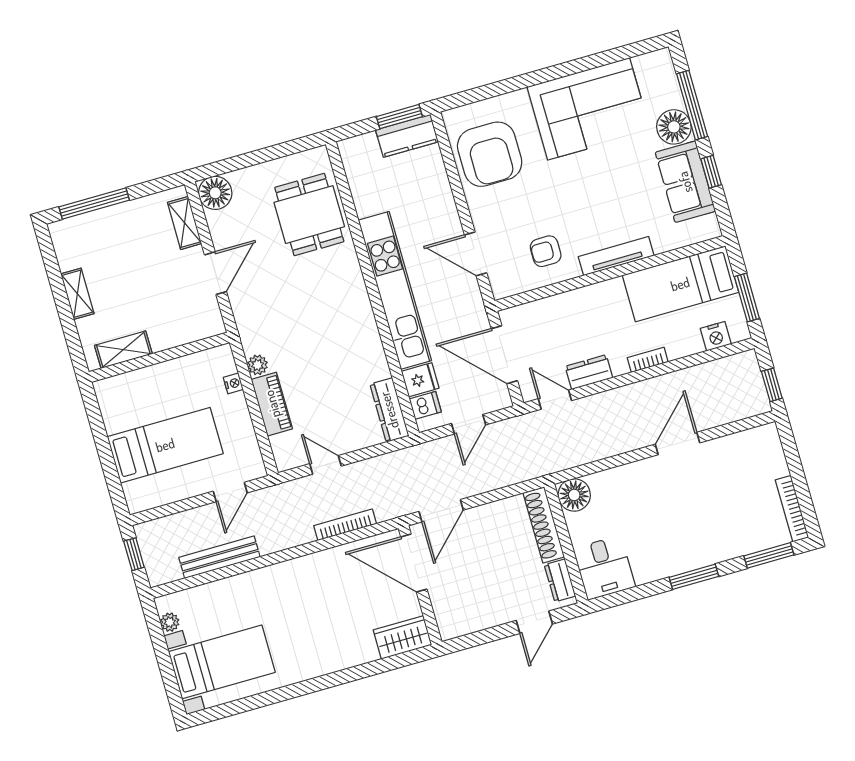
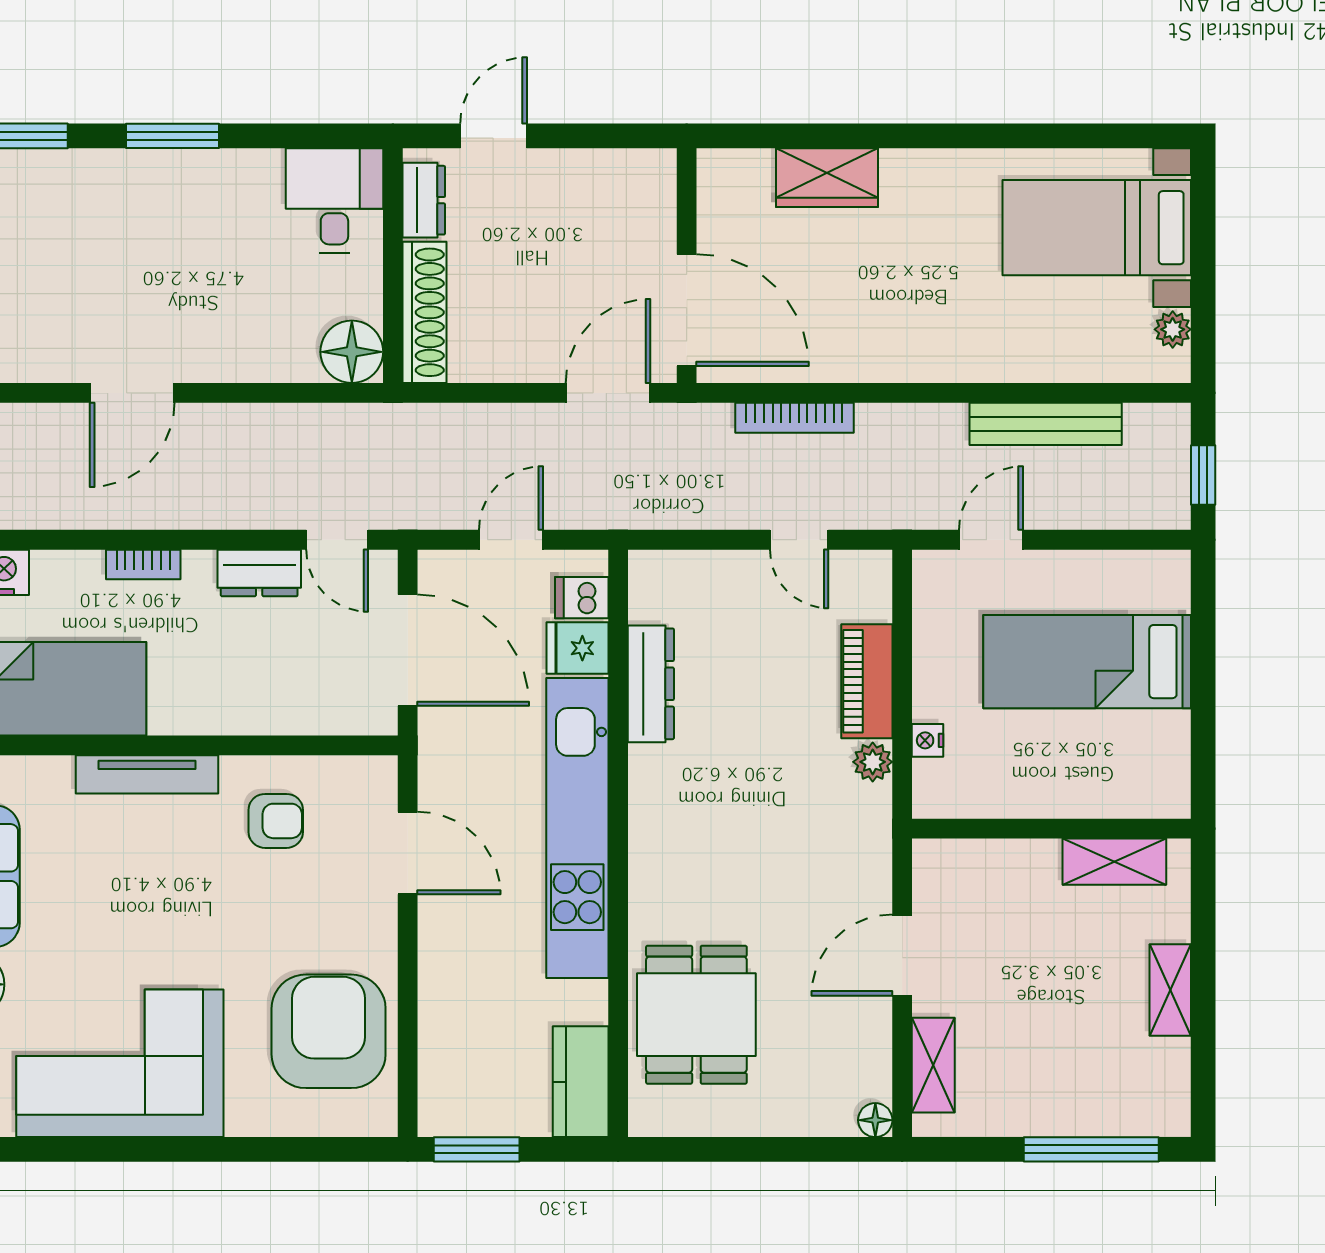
kitchen counter: (407, 136) -> (581, 1082), moved, turned -90
floor lamp: (215, 193) -> (875, 1120), width x0.53, depth x0.53
dresser: (389, 410) -> (651, 684), moved
wardrobe: (402, 637) -> (827, 178), moved

